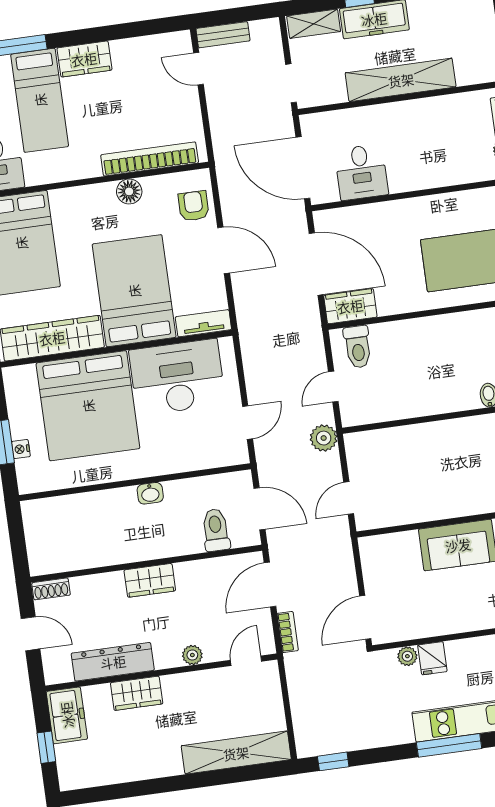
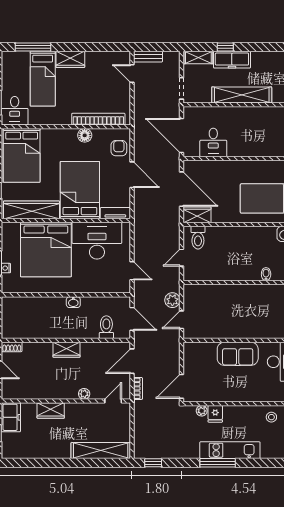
door: (248, 423) -> (132, 271), hinge flipped
plant: (324, 438) -> (172, 300), moved
dresser: (113, 662) -> (40, 391), removed

